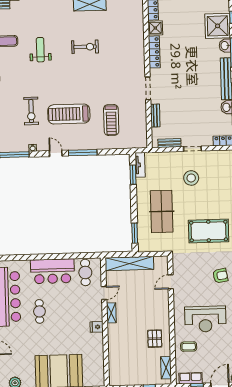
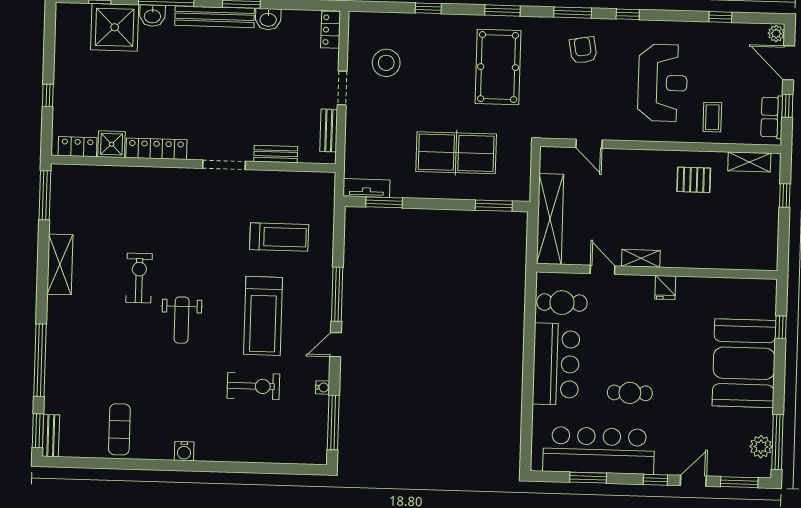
weight bench: (40, 50) -> (182, 320), moved, turned -90
stool: (191, 178) -> (386, 63), moved

